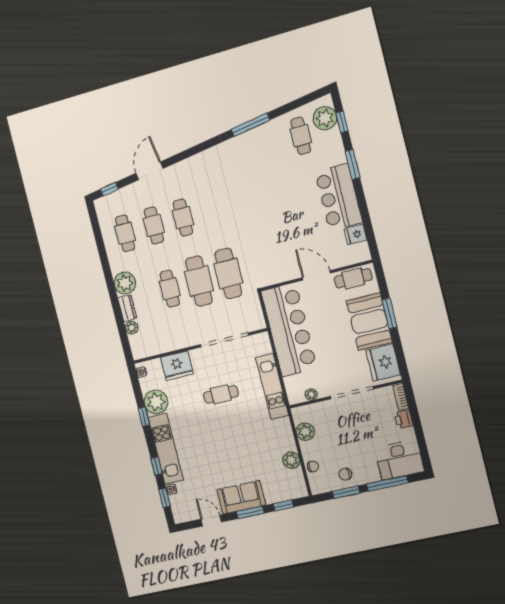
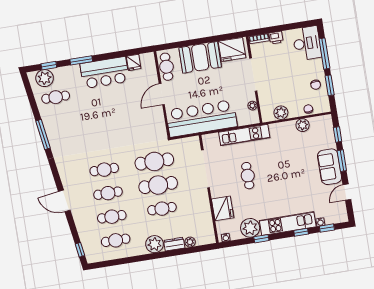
door: (150, 171) -> (64, 201), moved
cafe table: (212, 210) -> (104, 170), added
window: (389, 313) -> (195, 42), removed

